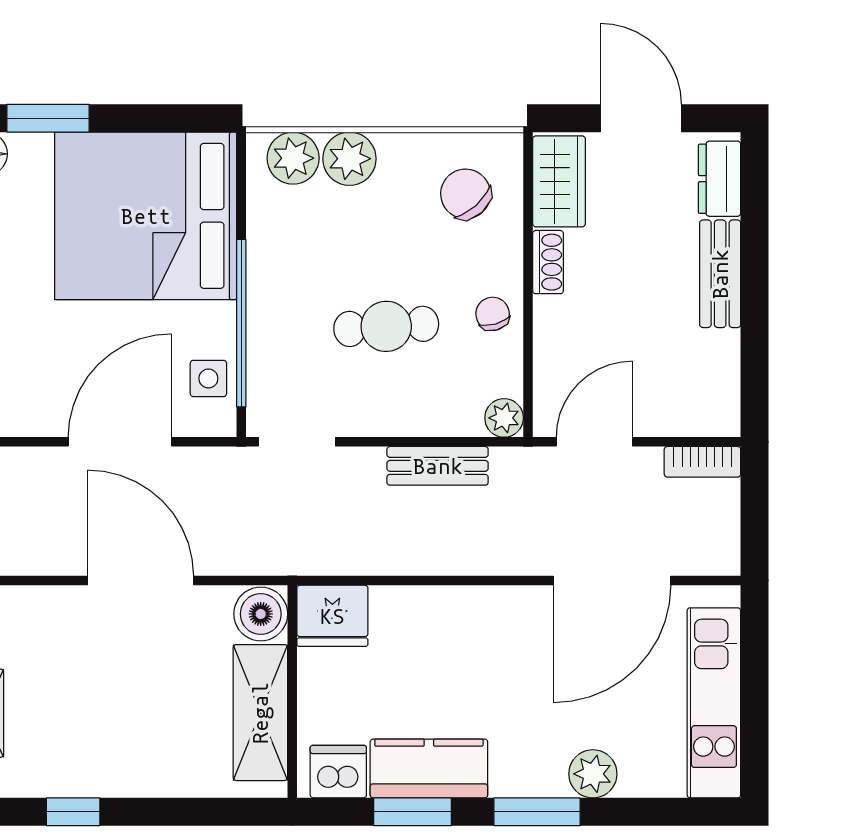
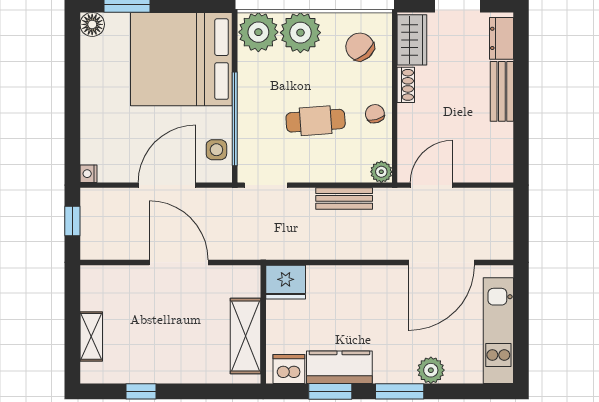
plant: (293, 158) -> (258, 32), width x1.36, depth x1.36
plant: (349, 159) -> (300, 33), width x1.36, depth x1.36
bookcase: (702, 462) -> (492, 196), removed
boiler: (261, 614) -> (246, 281), removed

